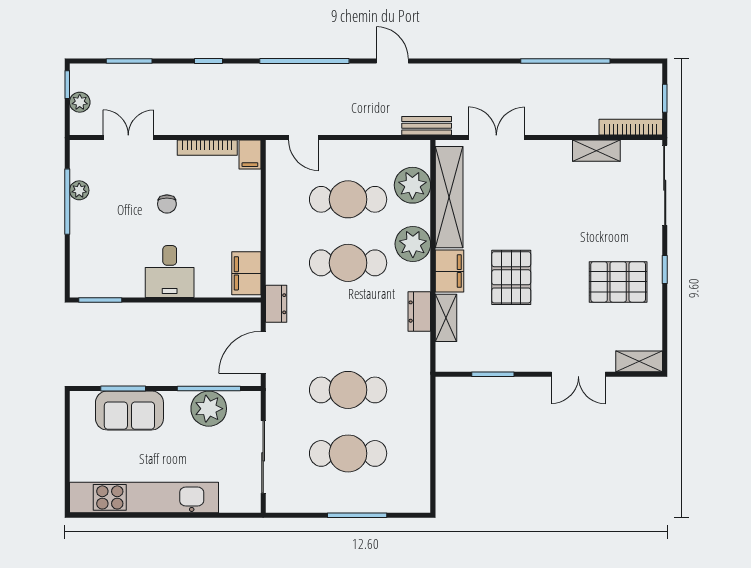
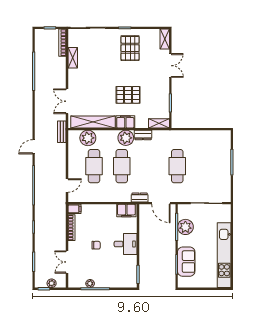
plant: (413, 244) -> (126, 138), moved
shelving: (446, 318) -> (159, 123), moved
cafe table: (348, 453) -> (205, 166), removed

